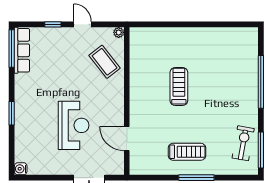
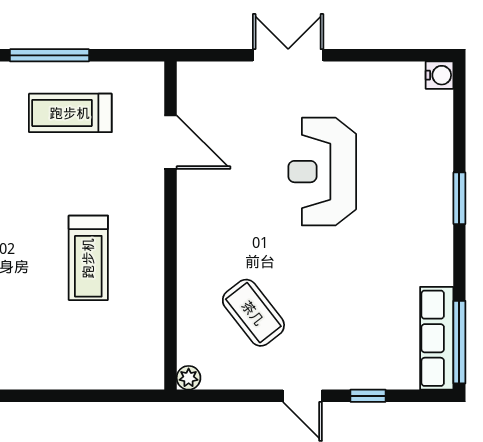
plant: (119, 32) -> (189, 378), moved
wall: (127, 101) -> (171, 226), moved
door: (127, 139) -> (171, 142), moved

